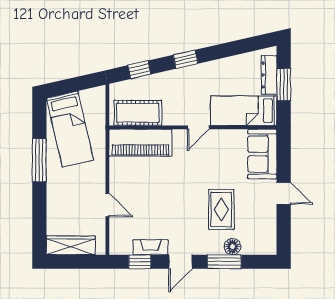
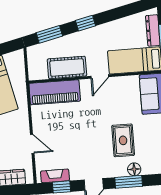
window: (139, 70) -> (49, 34), width x1.50
cot: (138, 113) -> (67, 67), moved
fireplace: (151, 247) -> (55, 176), moved

